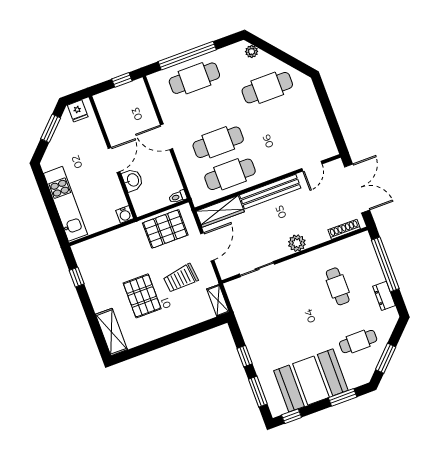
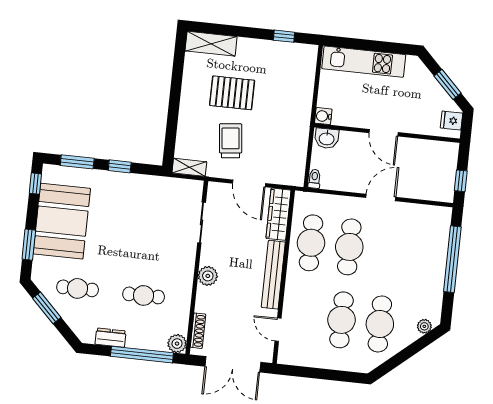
cafe table: (194, 78) -> (342, 320), moved
washbasin: (133, 180) -> (327, 138), moved
pallet: (165, 229) -> (288, 150), removed
plant: (363, 241) -> (177, 344), added
cafe table: (358, 342) -> (78, 288), turned 90

